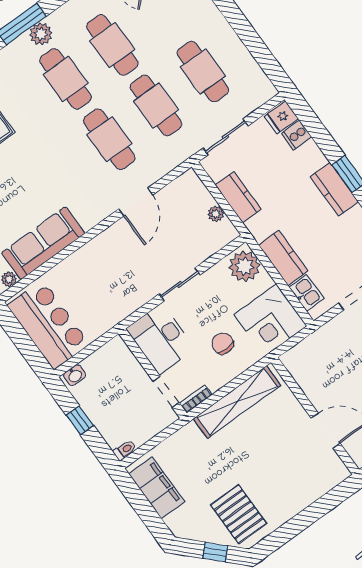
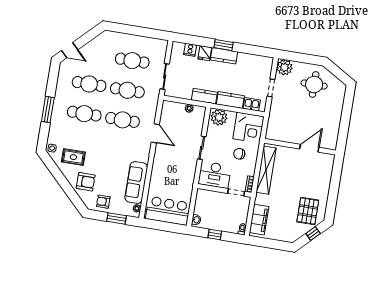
plant: (41, 34) -> (59, 106), removed
fridge: (281, 117) -> (205, 53), moved
kitchen counter: (238, 197) -> (204, 96), moved
filing cabinet: (157, 488) -> (259, 220), moved, turned 90
pallet: (239, 514) -> (308, 211), turned 90

